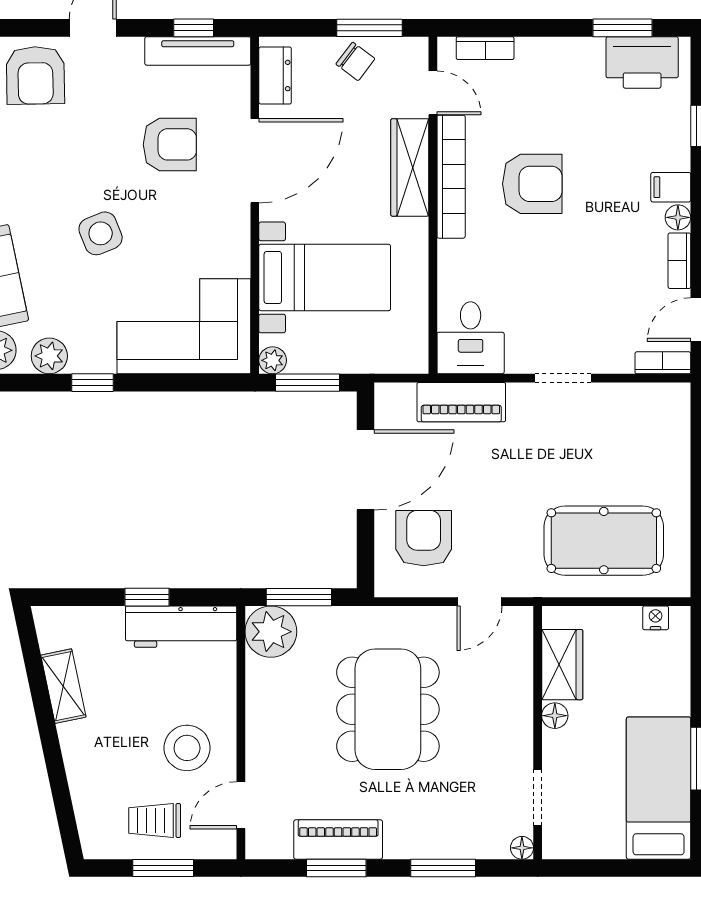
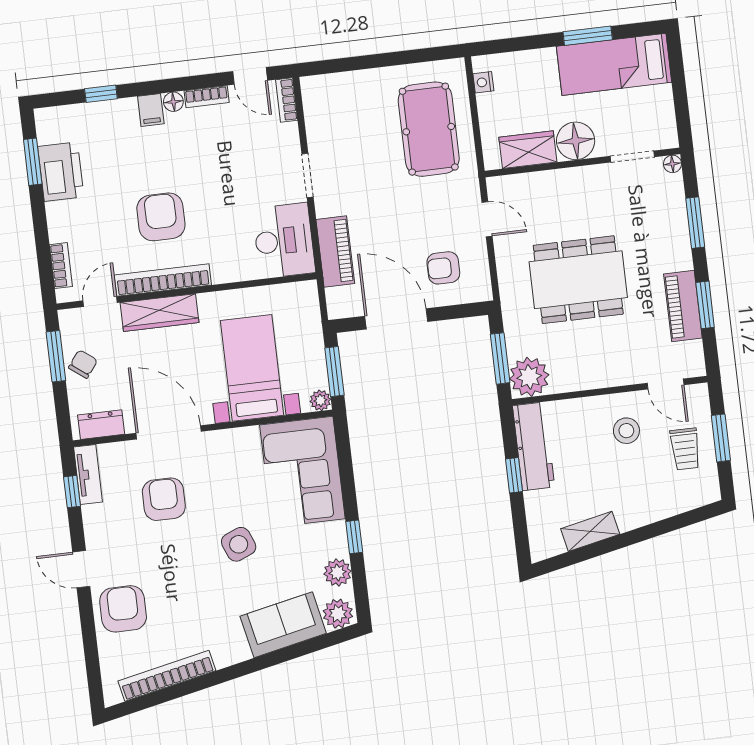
tv unit: (198, 51) -> (88, 474), width x0.71
printer: (642, 62) -> (61, 172), moved
armchair: (35, 75) -> (123, 609), turned -89
desk: (471, 338) -> (284, 241), width x1.37
armchair: (424, 538) -> (443, 268), width x0.72, depth x0.72
floor lamp: (555, 716) -> (576, 141), width x1.89, depth x1.89
stool: (187, 748) -> (626, 431), width x0.73, depth x0.73

